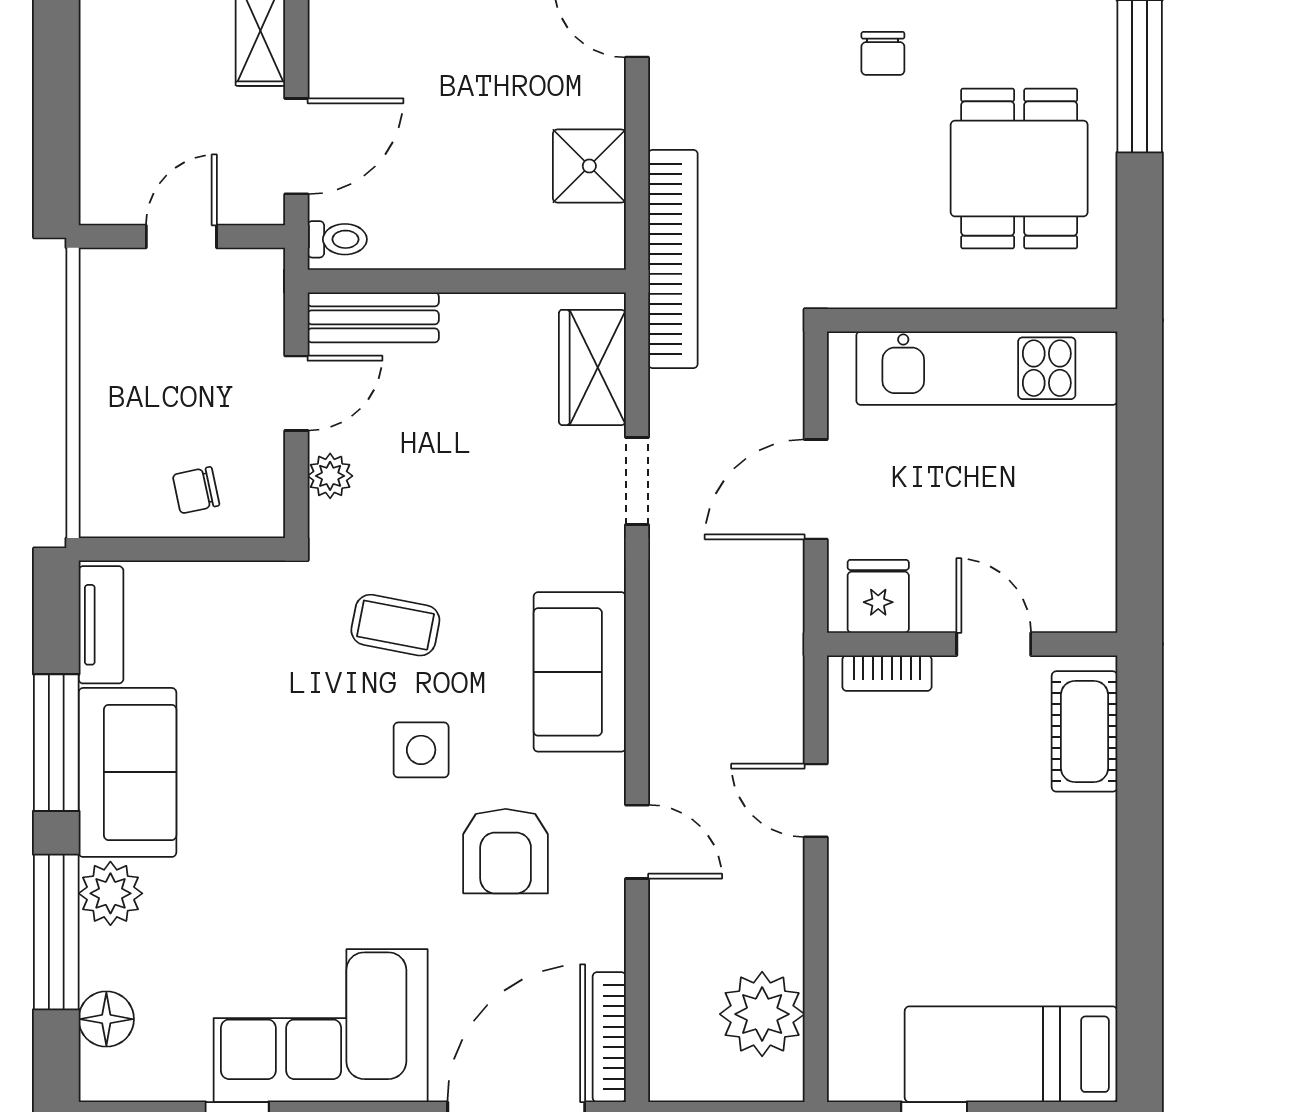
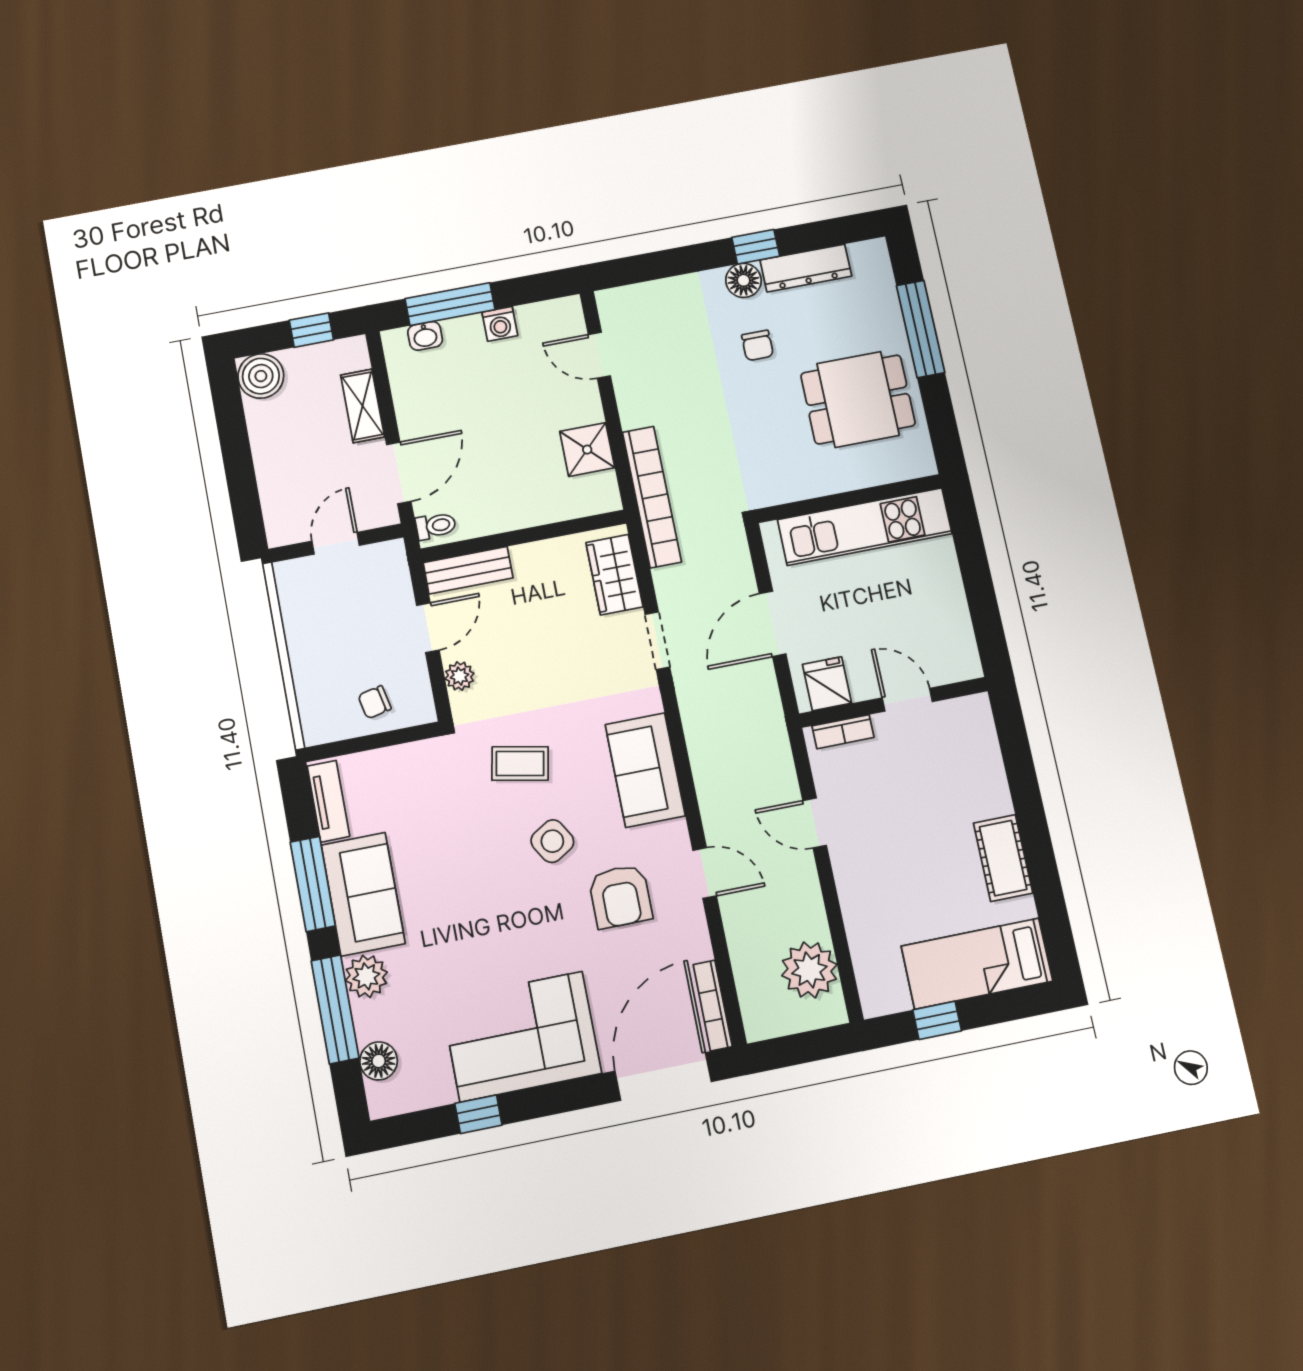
dining table: (1019, 169) -> (858, 399), turned 90
cot: (1084, 731) -> (1003, 858), moved
side table: (421, 750) -> (552, 841), turned -31

